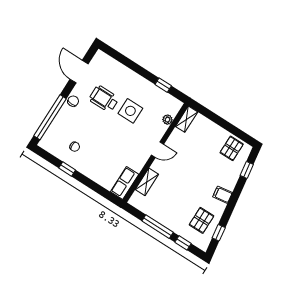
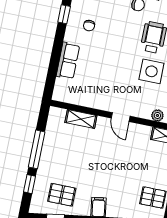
window: (67, 169) -> (64, 14), moved
row of seats: (125, 183) -> (68, 61), moved, turned 90

